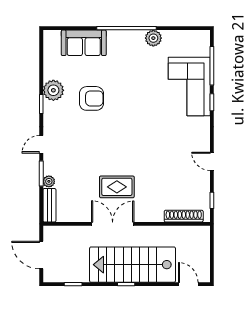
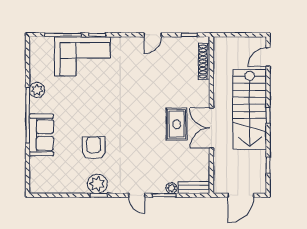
sofa: (84, 43) -> (41, 135), moved
plant: (53, 90) -> (97, 184), moved

